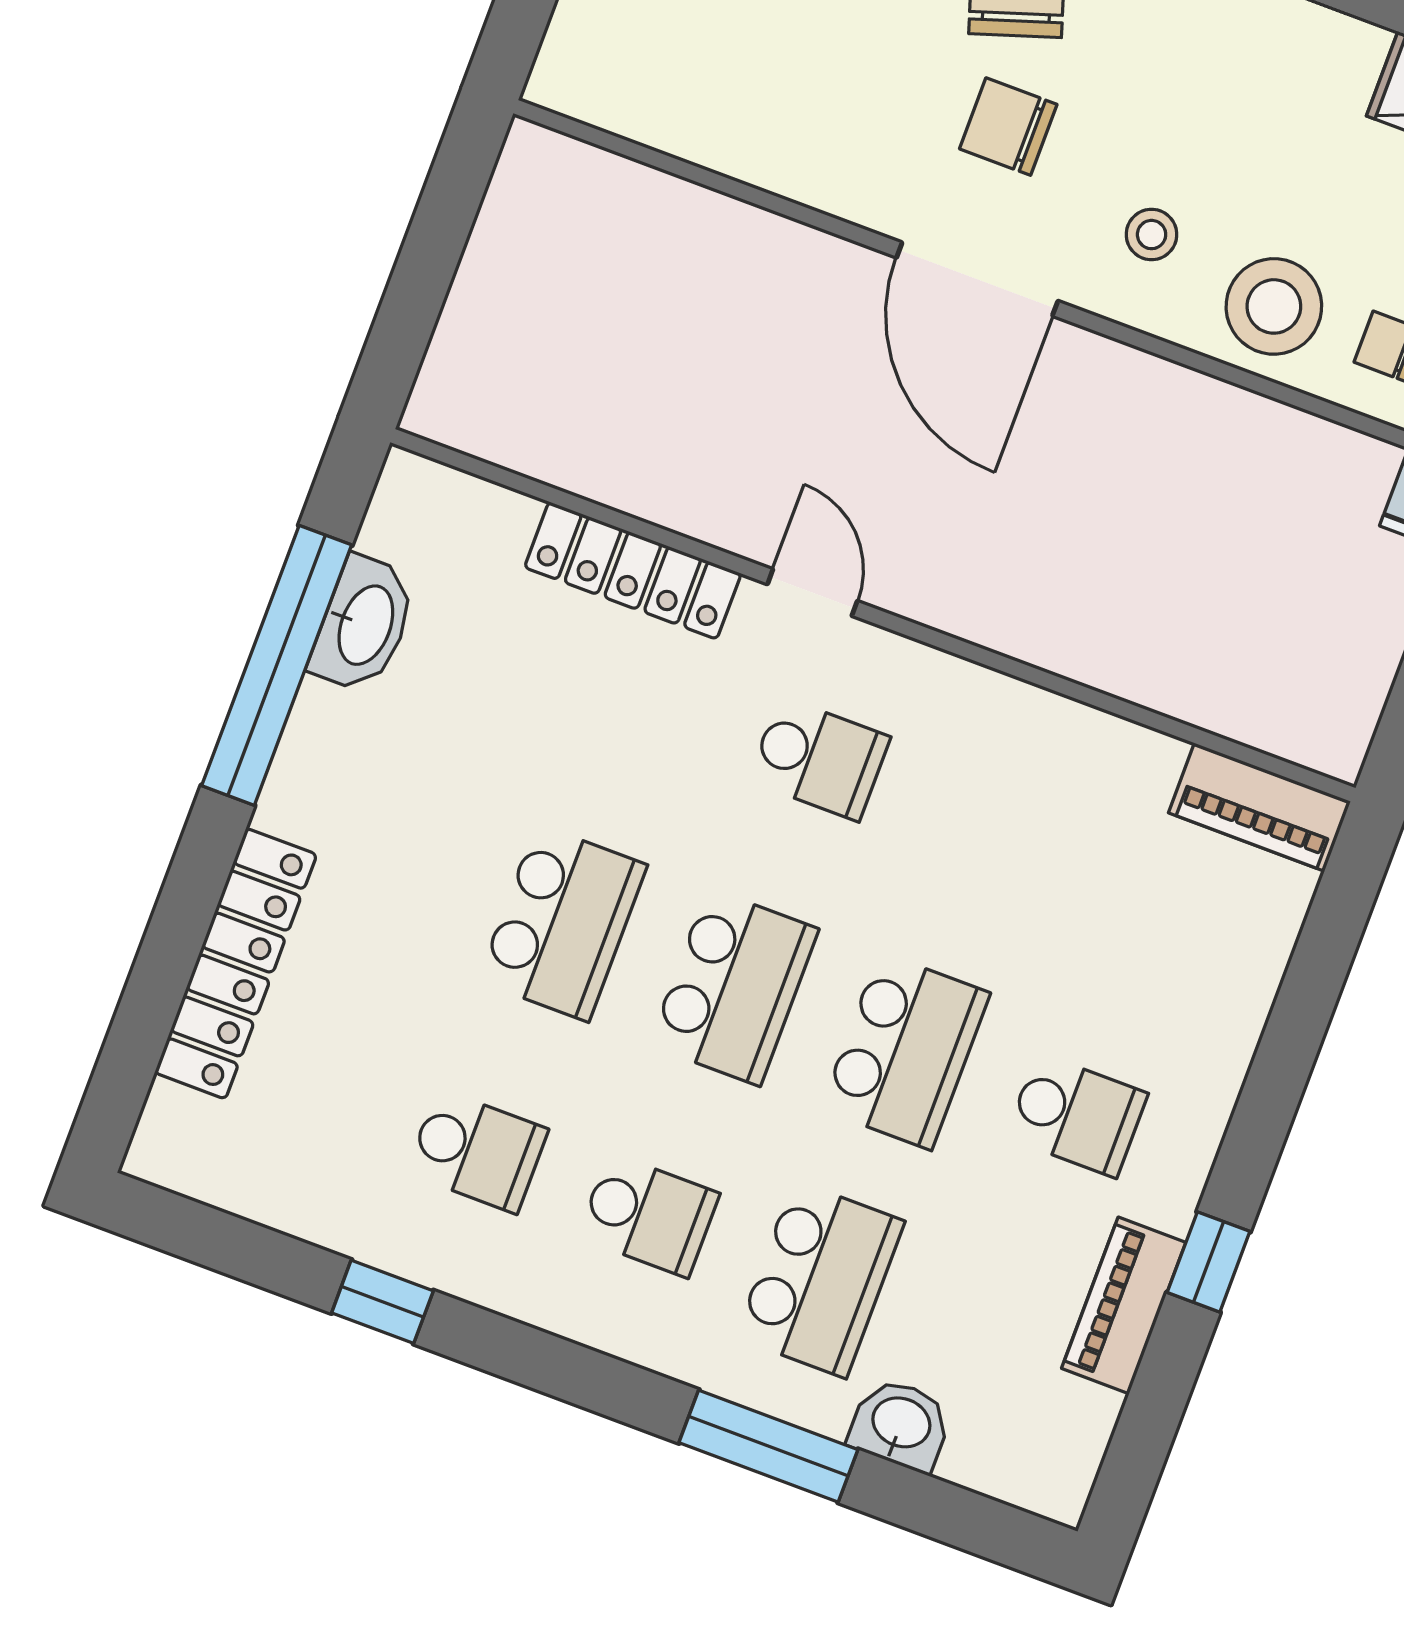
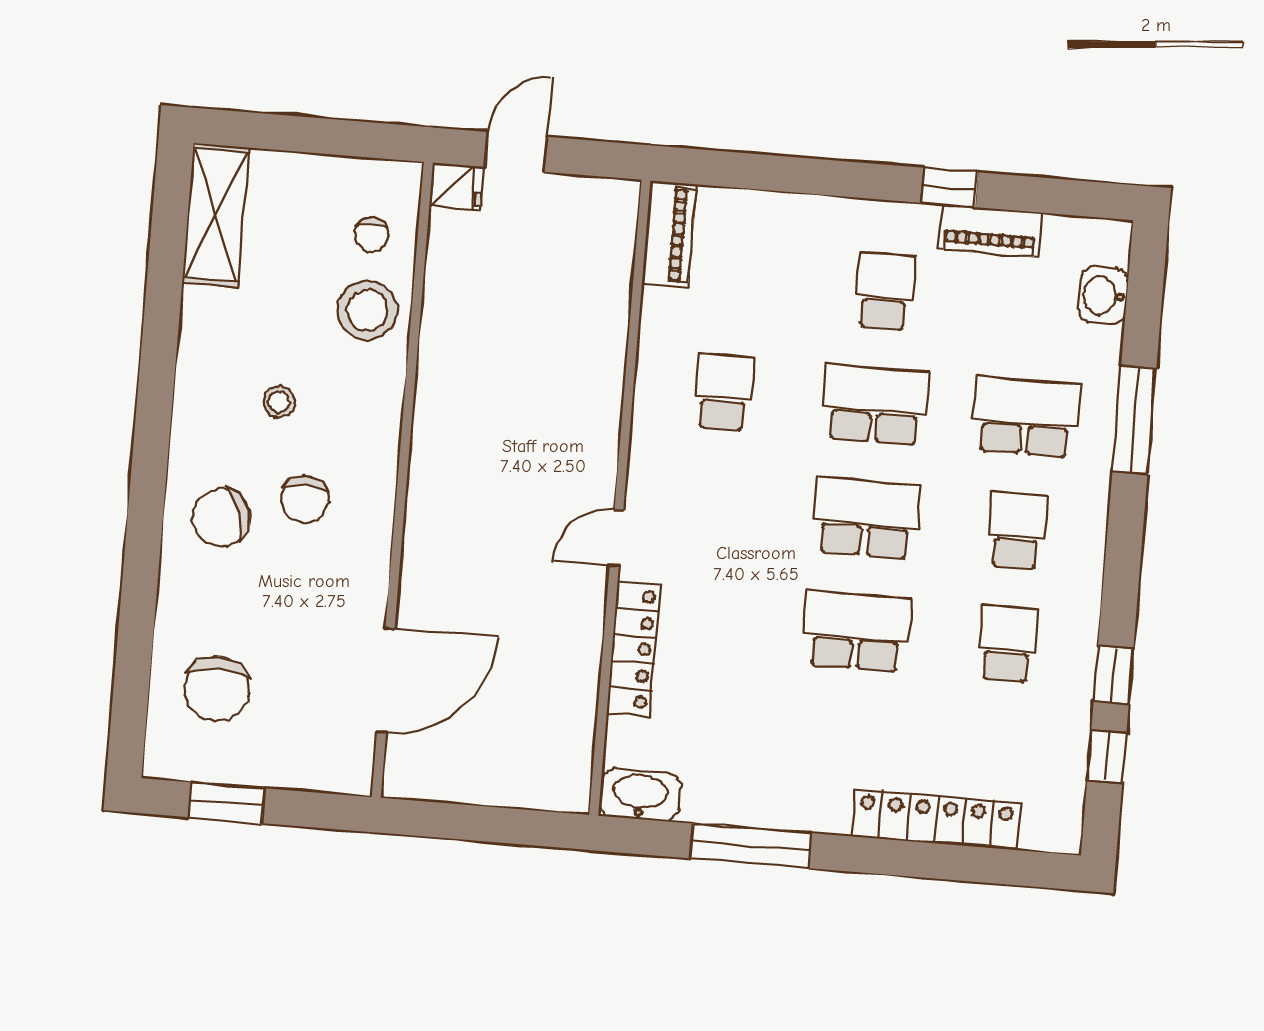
stool: (1152, 235) -> (279, 402), moved
door: (977, 279) -> (386, 680), moved
washbasin: (364, 624) -> (640, 795), moved
window: (277, 665) -> (751, 846), width x0.68
school desk: (819, 759) -> (724, 392), moved
window: (259, 1256) -> (1107, 756), added
washbasin: (901, 1425) -> (1103, 295), moved

